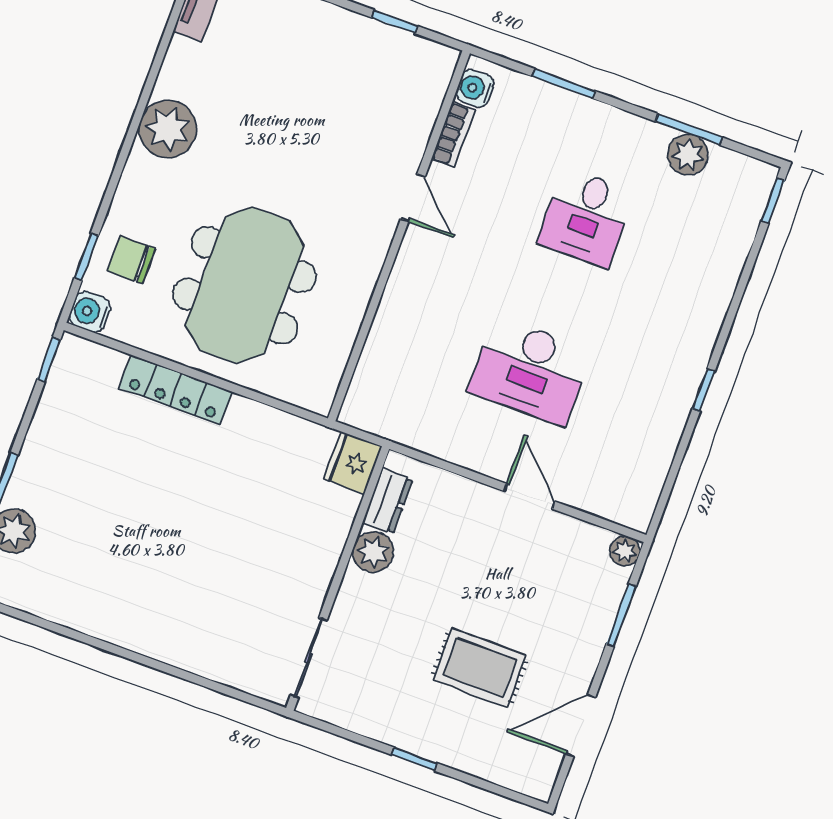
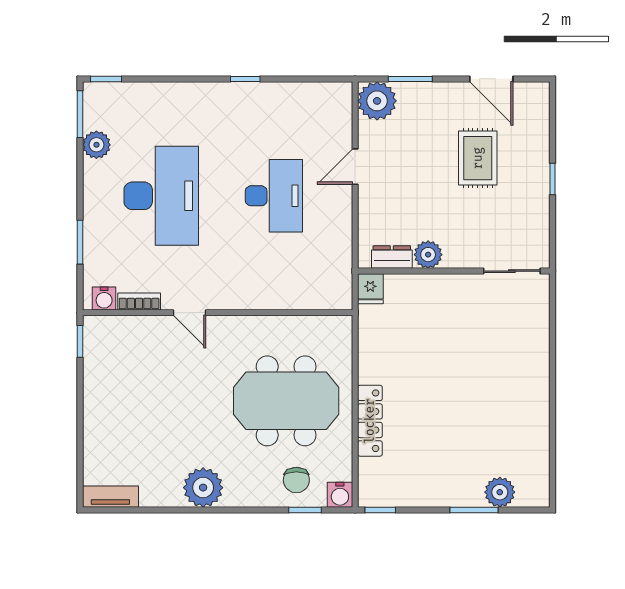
window: (395, 22) -> (80, 341), moved
window: (689, 129) -> (80, 114), moved
door: (413, 198) -> (190, 313), swing flipped
desk: (586, 217) -> (161, 196), width x1.87, depth x1.30
fridge: (353, 463) -> (370, 289), width x0.72
plant: (625, 551) -> (377, 101), width x1.88, depth x1.88

